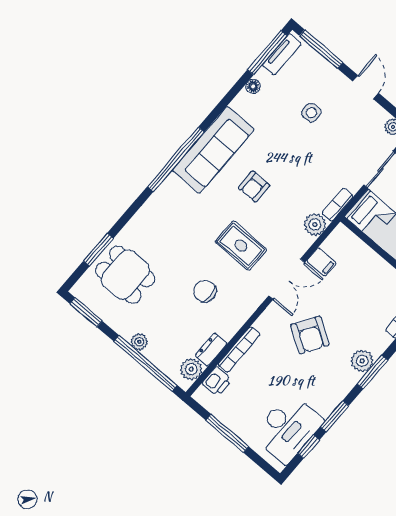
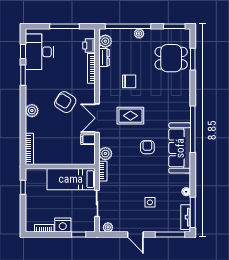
window: (372, 372) -> (23, 109), removed

